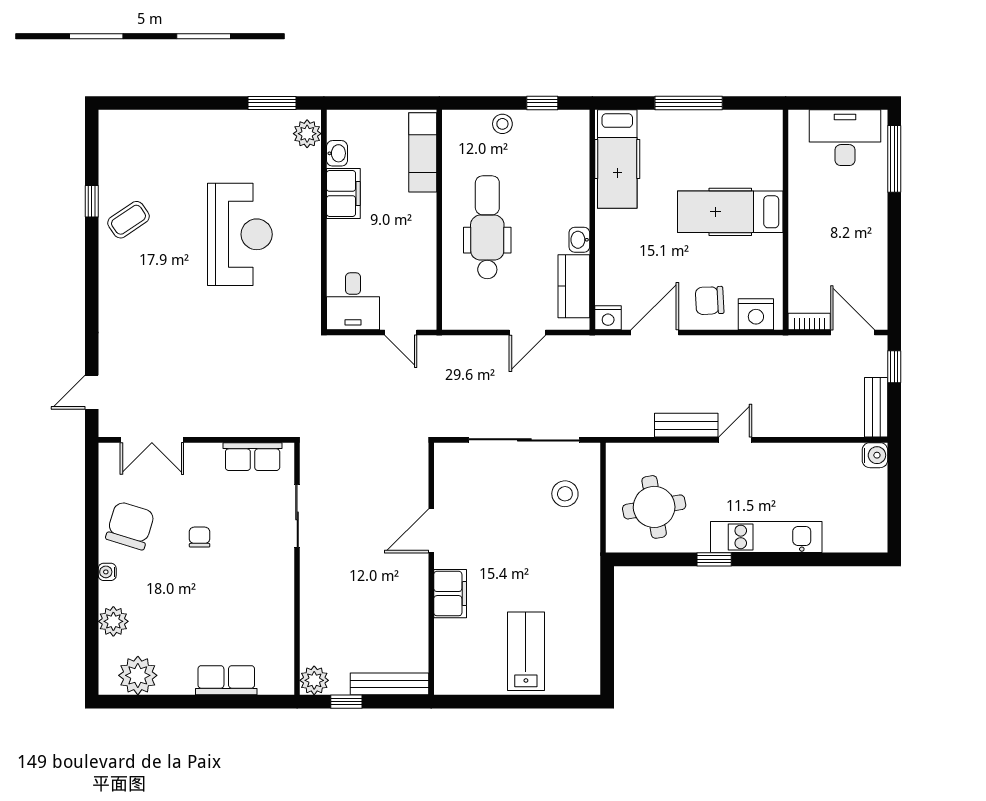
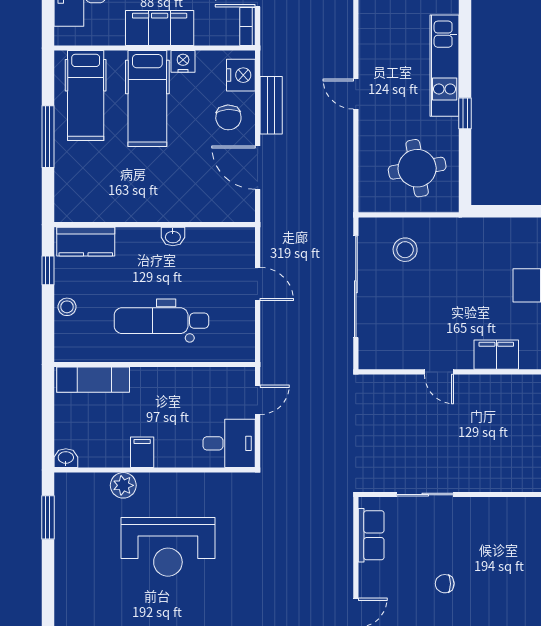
plant: (307, 134) -> (123, 485), moved
washbasin: (337, 153) -> (66, 458), moved
hospital bed: (617, 159) -> (86, 96), moved, turned 90
filing cabinet: (343, 194) -> (142, 452), width x0.50
filing cabinet: (808, 225) -> (160, 28), added
reception desk: (240, 234) -> (168, 547), turned 180
kitchen counter: (574, 286) -> (86, 242), moved
nightstand: (608, 318) -> (183, 61), moved, turned -90
bench: (686, 425) -> (271, 105), moved
door: (431, 531) -> (439, 372), width x0.73

